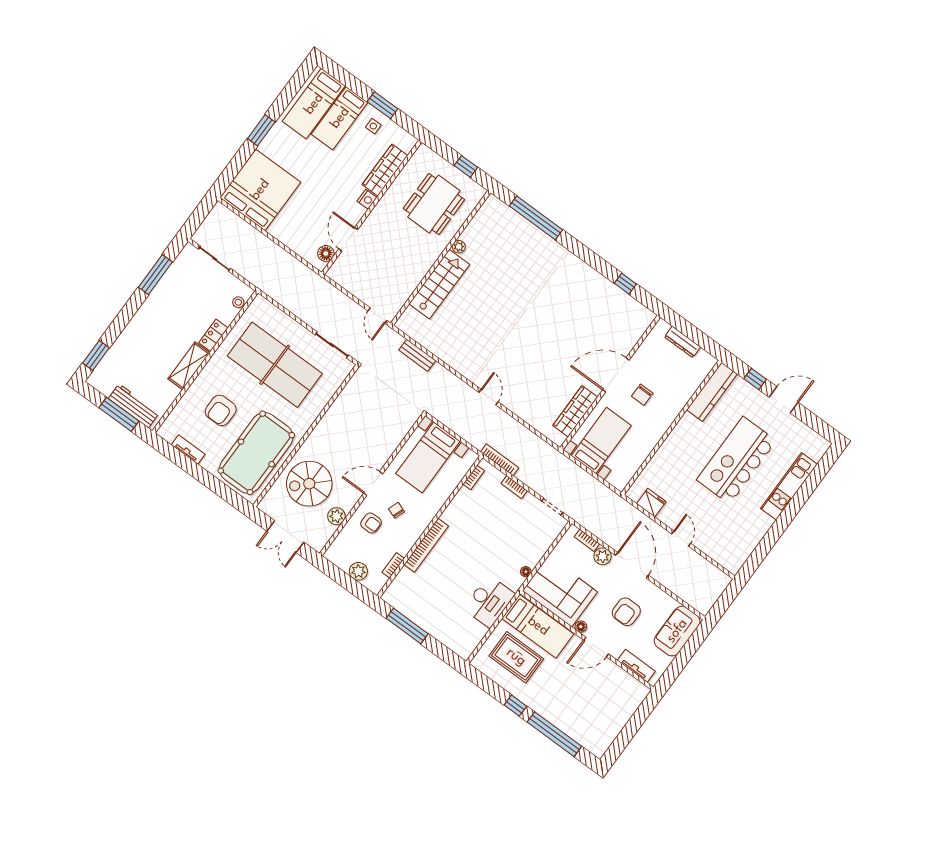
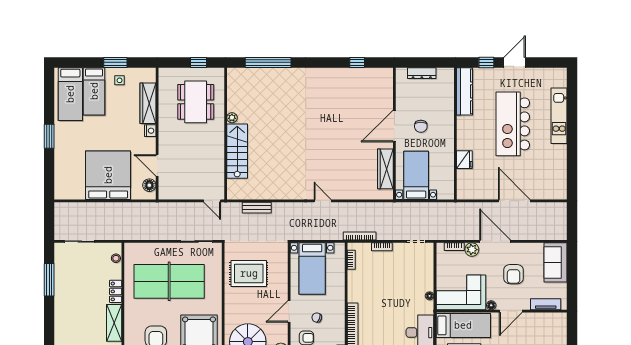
bed: (260, 190) -> (108, 175), moved
rug: (361, 416) -> (249, 273), added
fridge: (651, 503) -> (464, 160), moved, turned 90
door: (681, 539) -> (514, 201), width x1.87

